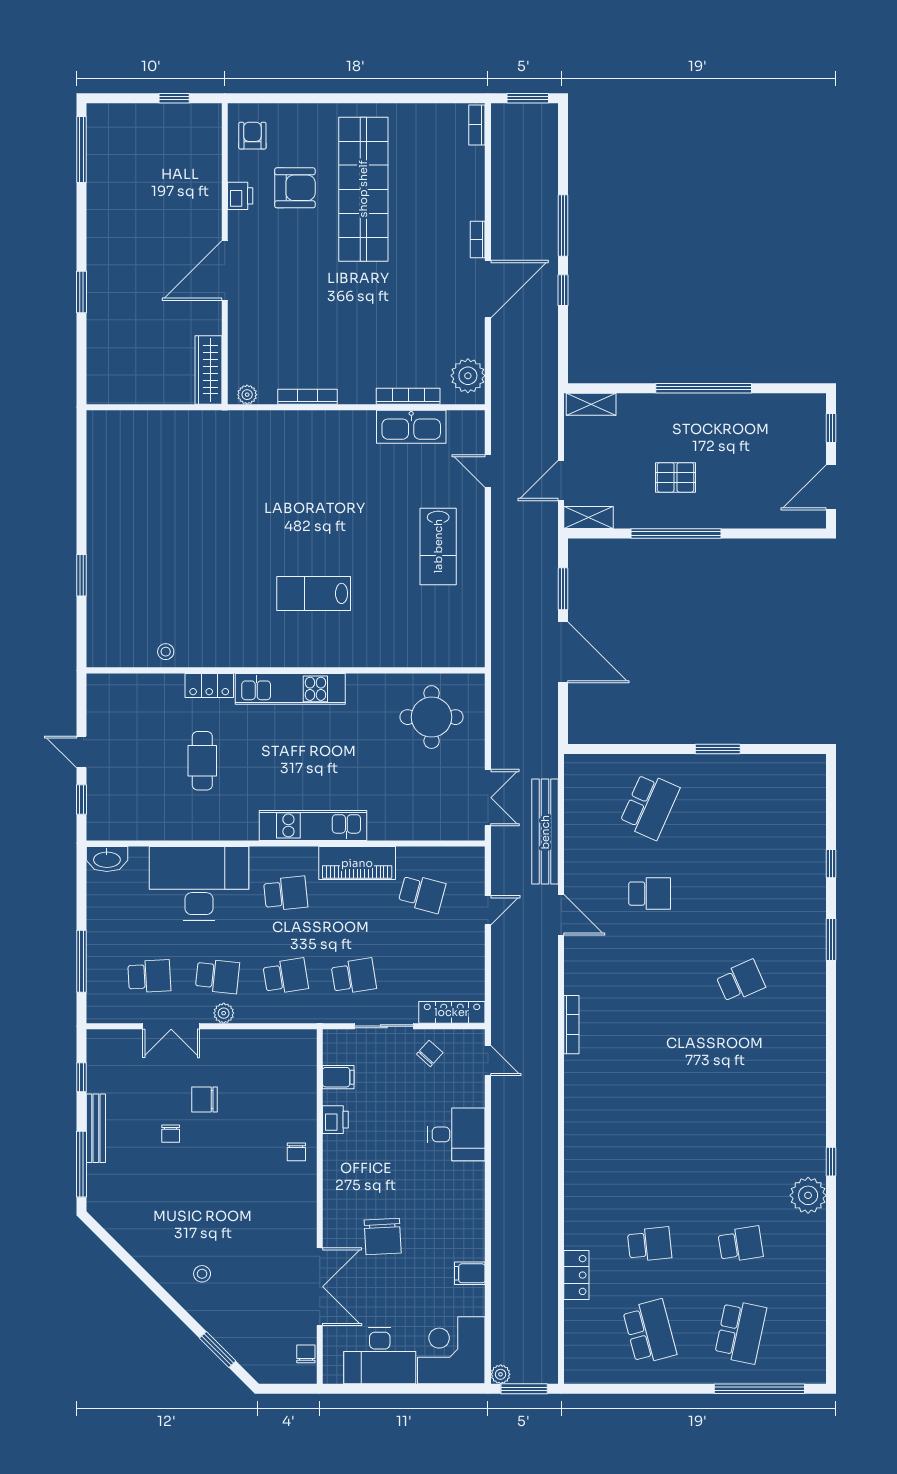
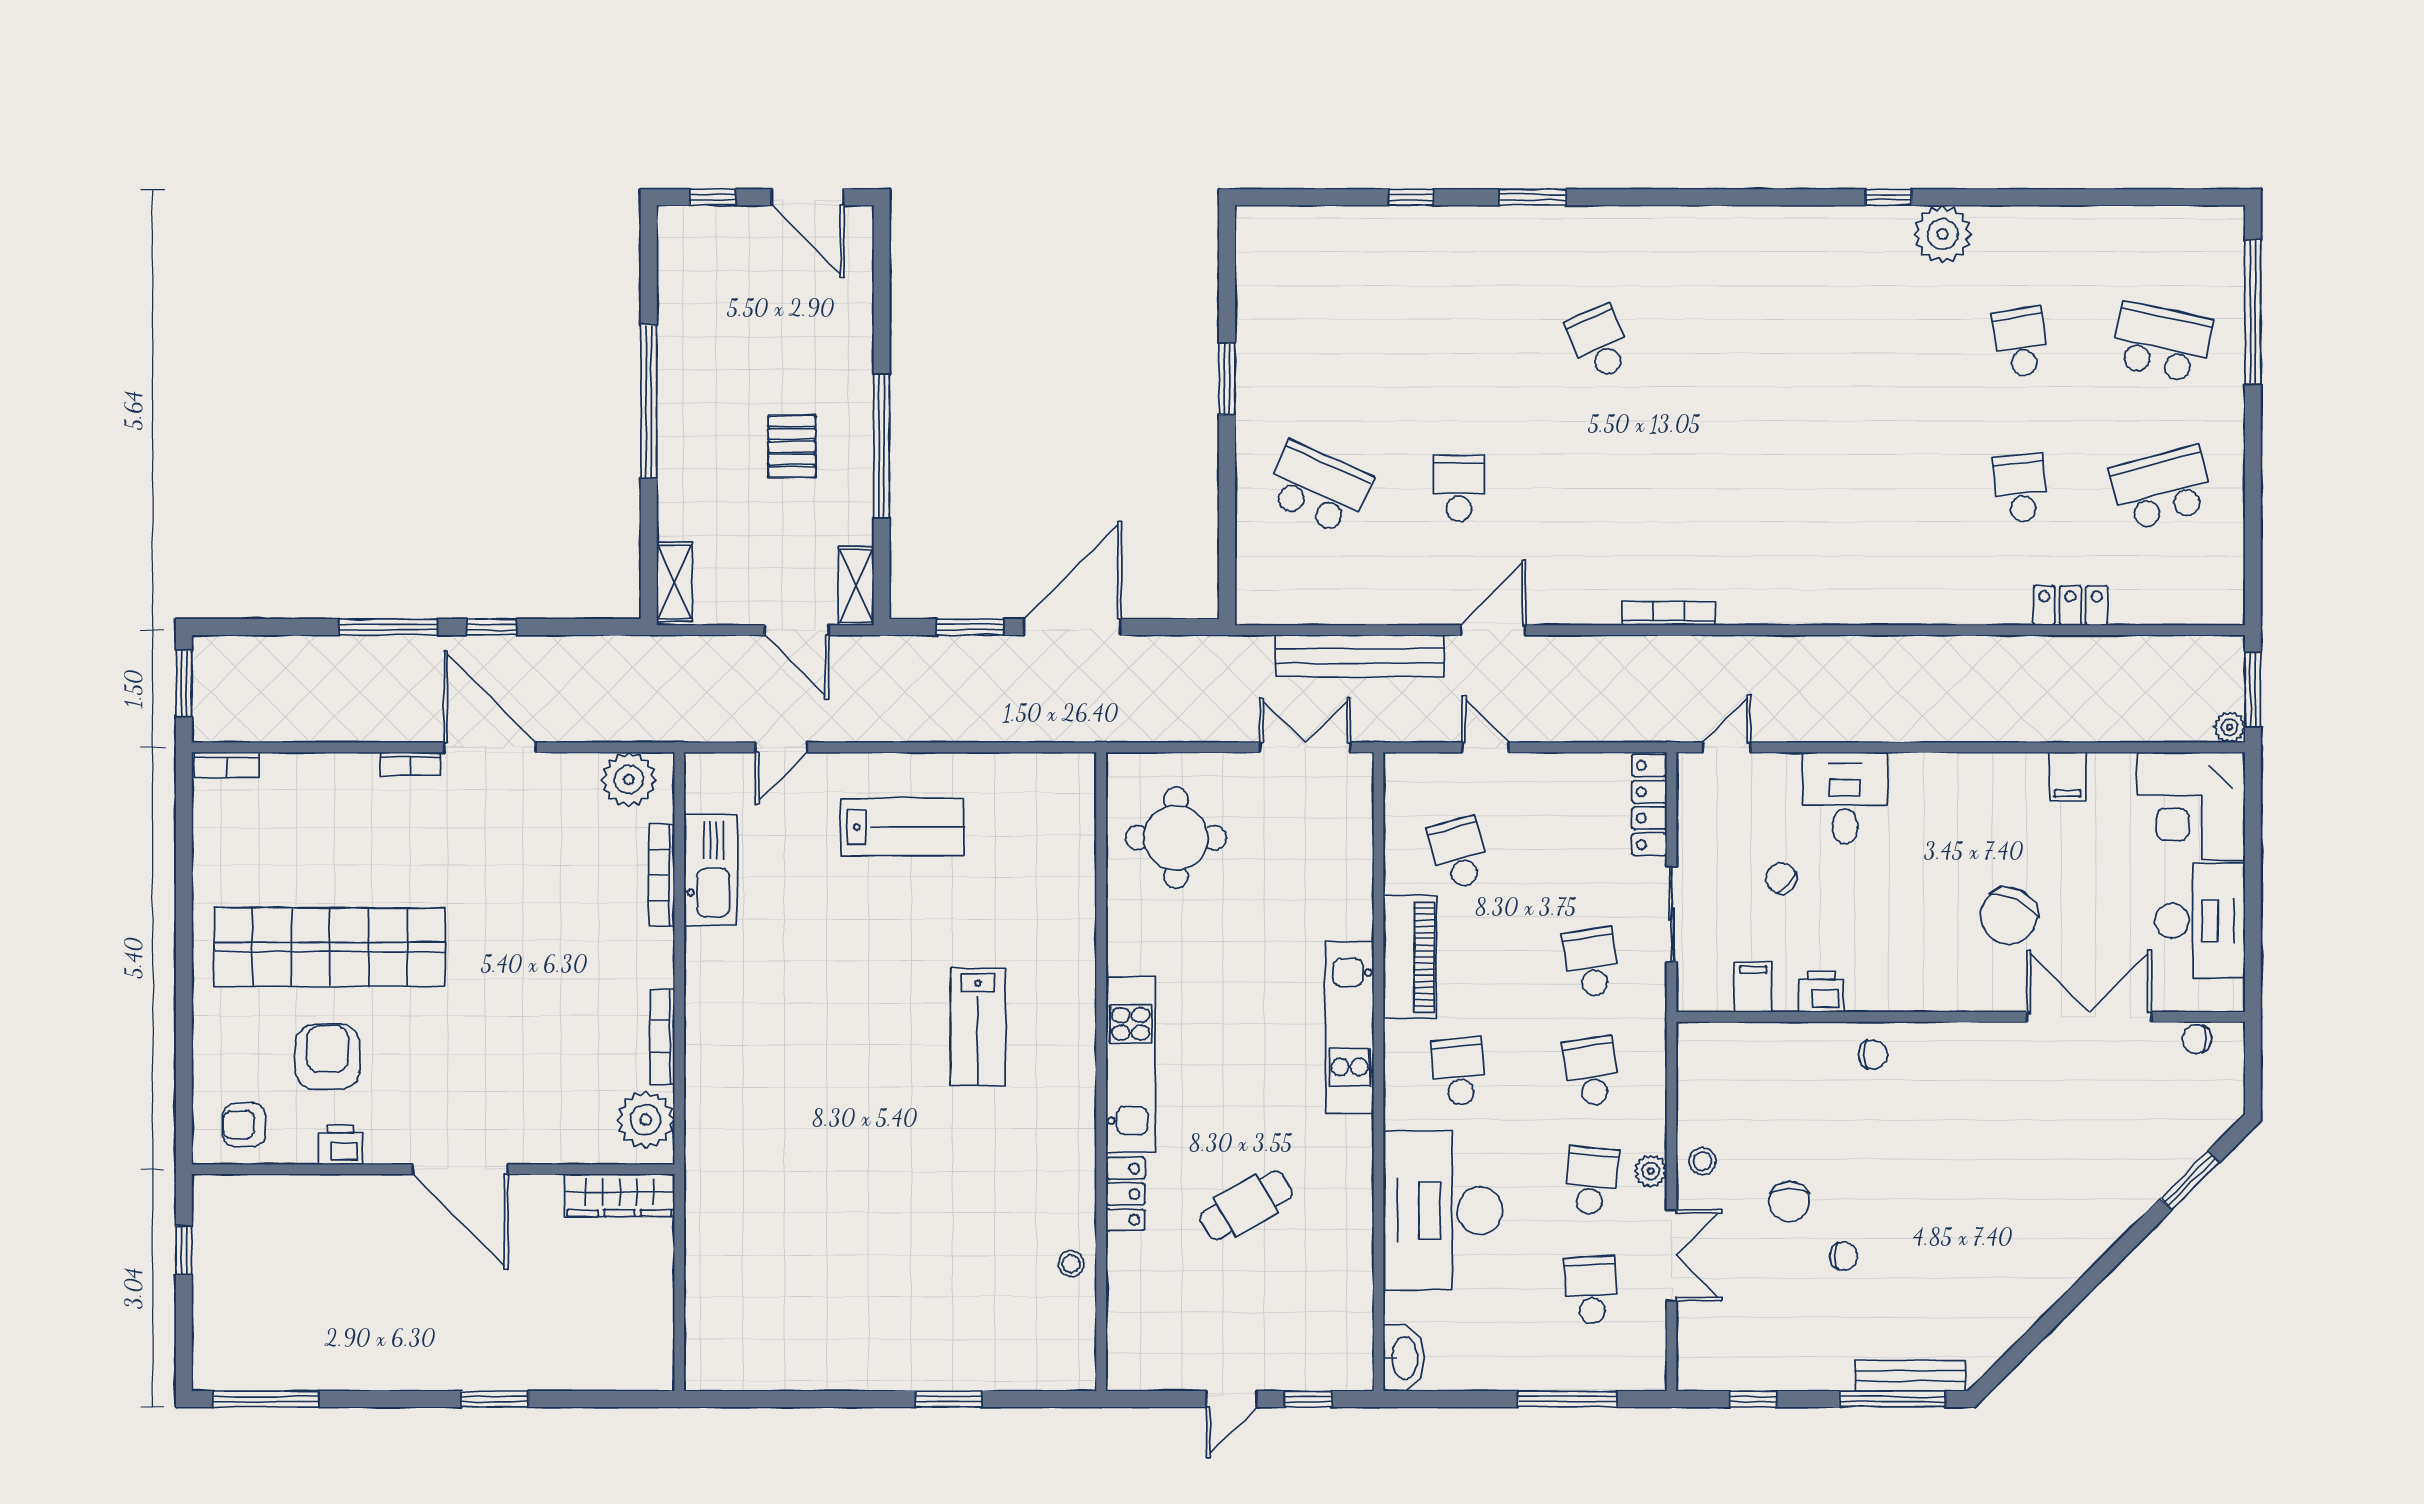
plant: (247, 395) -> (646, 1120), width x1.88, depth x1.88
cafe table: (202, 761) -> (1246, 1205), turned -30
school desk: (422, 893) -> (1459, 853), turned -30
chair: (430, 1053) -> (1781, 878), moved
bench: (96, 1128) -> (1910, 1376), moved
chair: (383, 1237) -> (2009, 916), turned 119
stool: (202, 1274) -> (1702, 1161), moved

